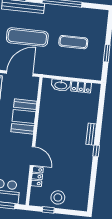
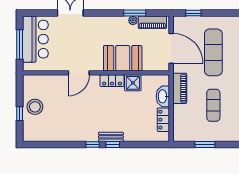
piano: (55, 70) -> (180, 88), added
shower: (46, 110) -> (133, 83), added
window: (98, 133) -> (113, 145), added
locker: (37, 177) -> (112, 81), moved
window: (48, 210) -> (20, 114), moved

